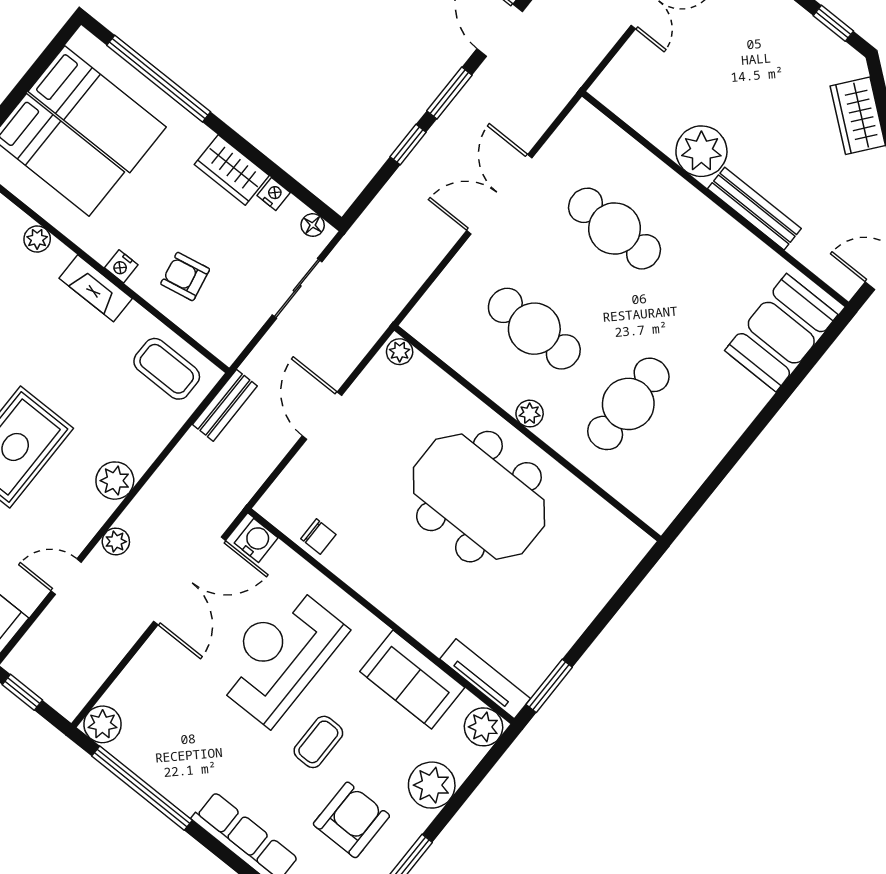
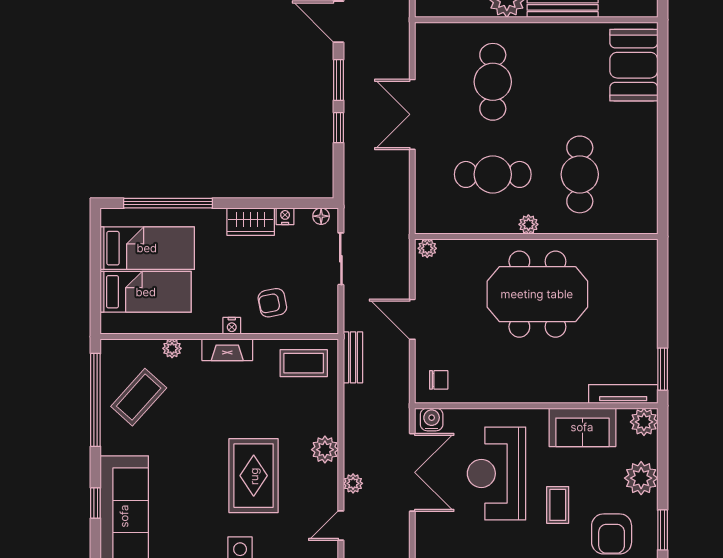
cafe table: (614, 229) -> (493, 82), turned 90
chair: (318, 537) -> (439, 380), moved
armchair: (351, 820) -> (612, 534), turned 180

